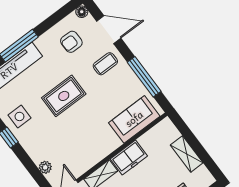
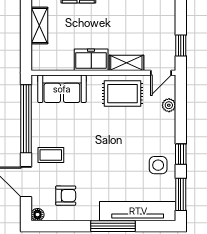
window: (144, 77) -> (26, 119), width x1.46
rug: (64, 96) -> (123, 94), moved

